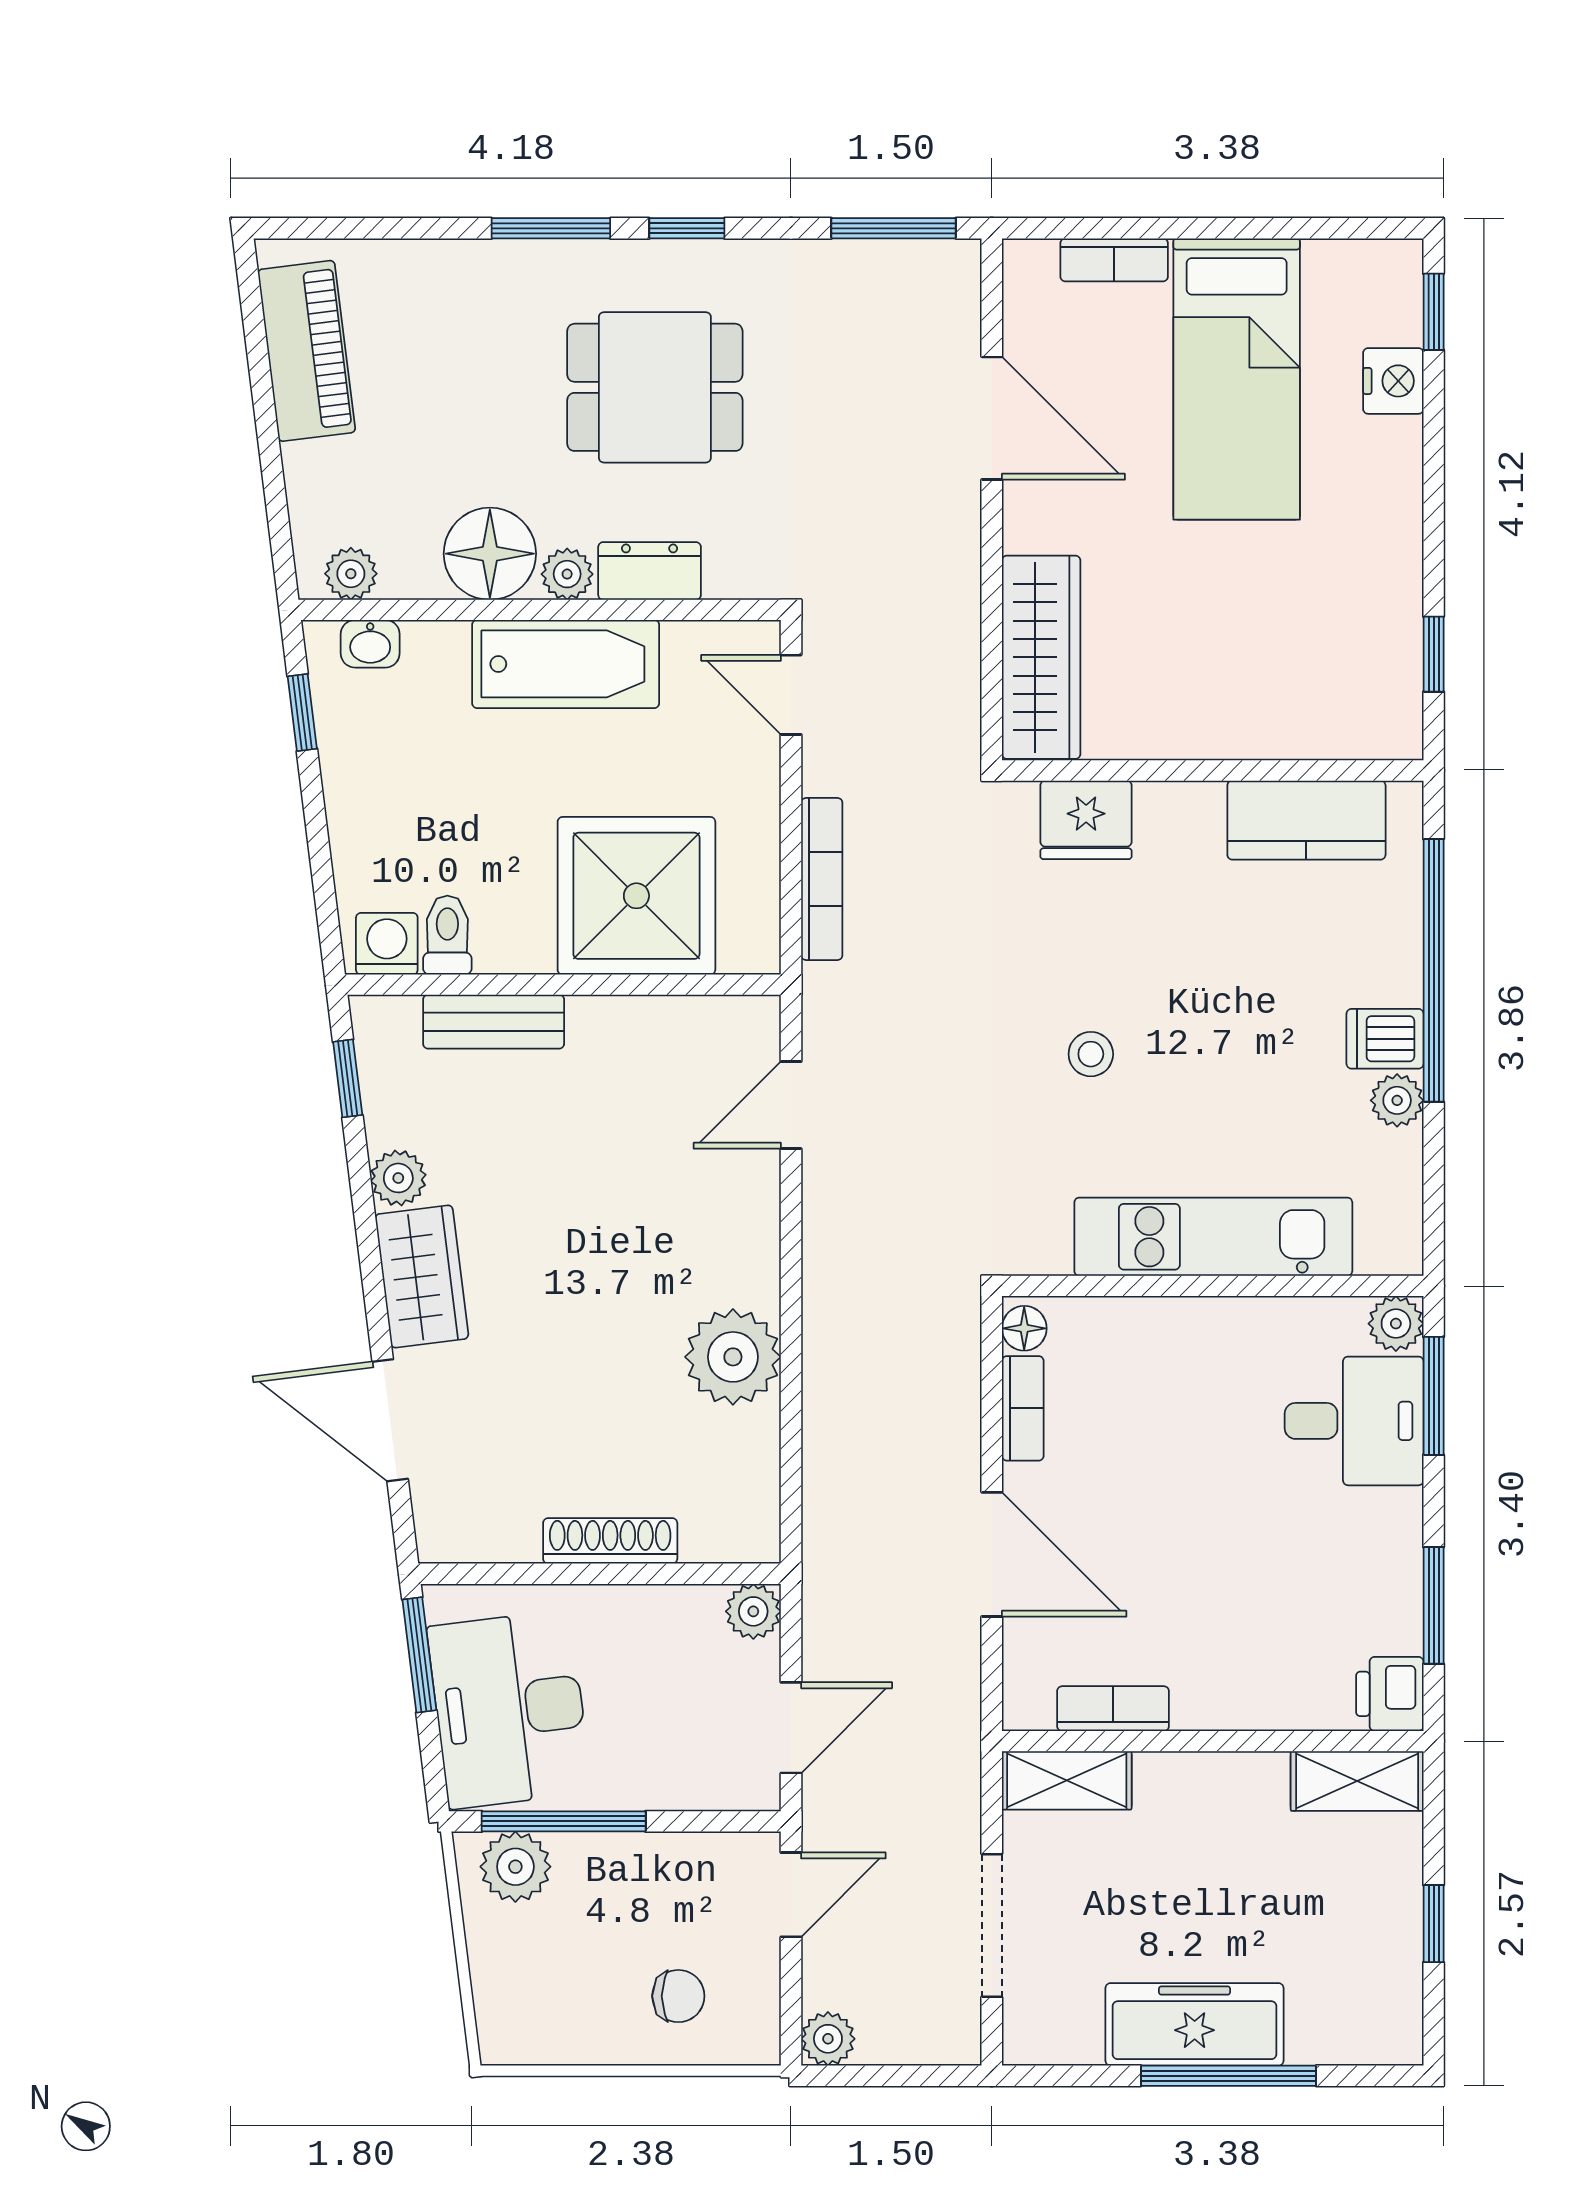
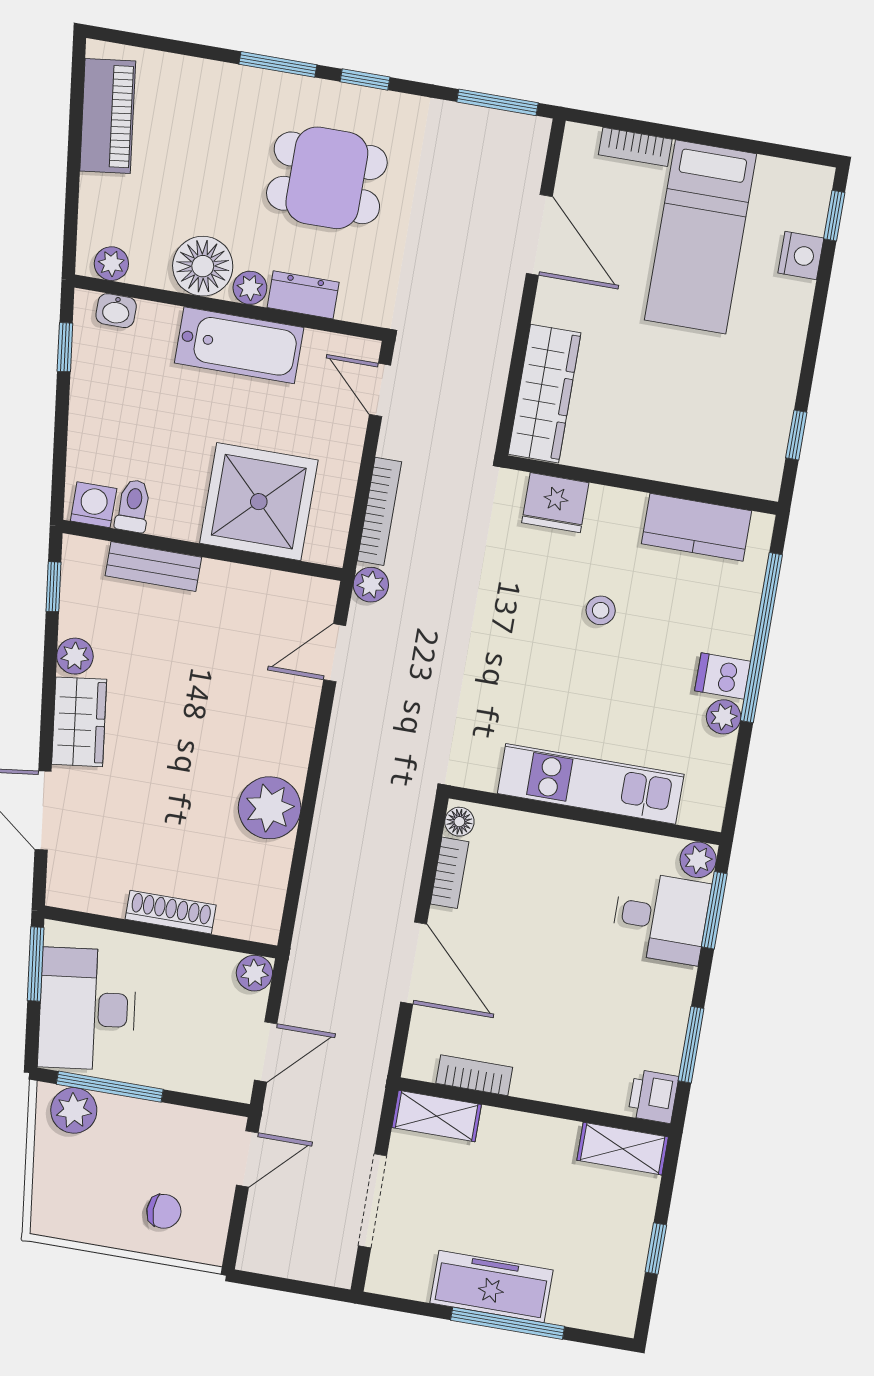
stool: (1091, 1054) -> (601, 610), moved
plant: (828, 2039) -> (371, 585), moved

